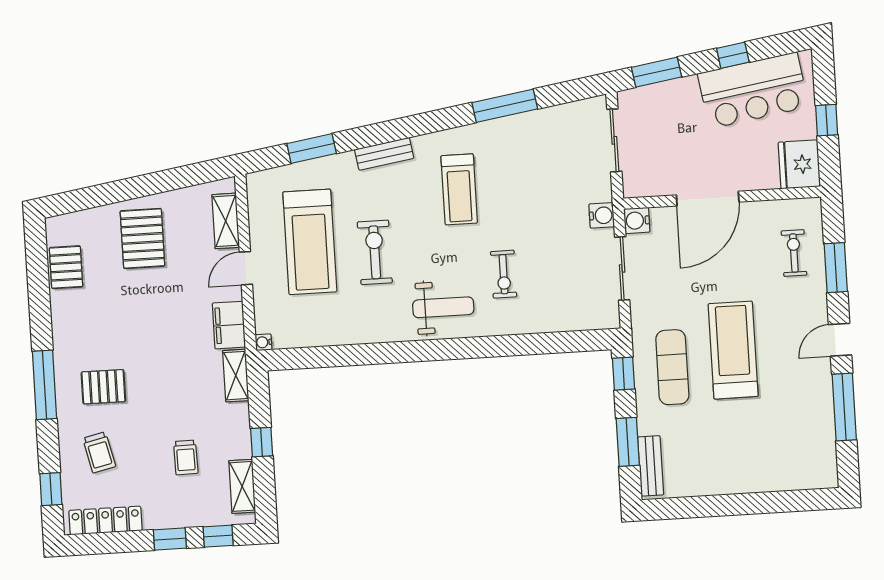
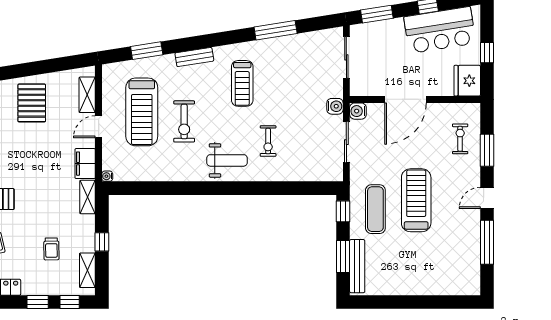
exercise bike: (375, 252) -> (184, 121), turned 180
bench: (651, 466) -> (357, 266), width x1.36

